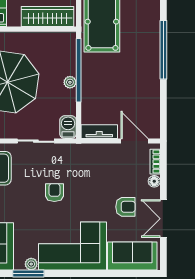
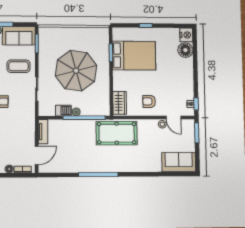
wardrobe: (48, 17) -> (120, 103), width x0.67
barbecue: (68, 127) -> (63, 111), moved

